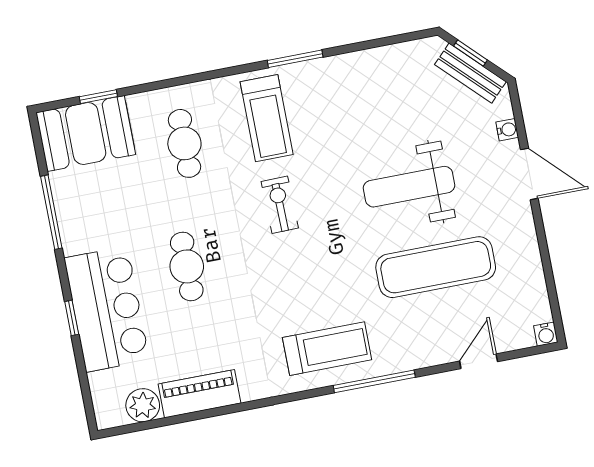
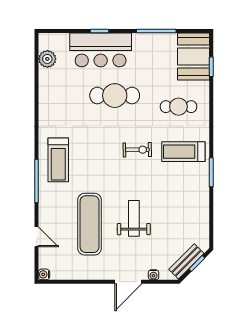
weight bench: (409, 187) -> (134, 218), width x0.73, depth x0.75
cafe table: (187, 266) -> (115, 96), width x1.37, depth x1.35
piano: (199, 394) -> (48, 89), removed

